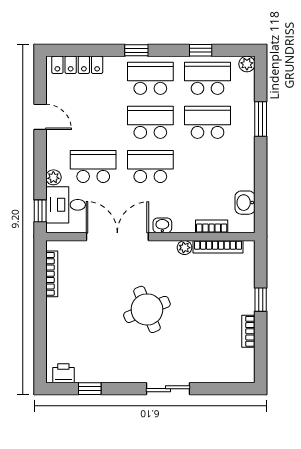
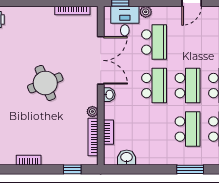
window: (261, 300) -> (72, 169), moved

